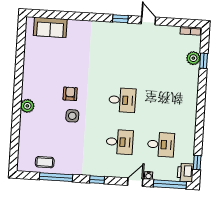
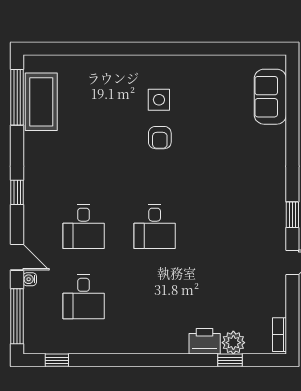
armchair: (70, 94) -> (160, 138), turned 90
plant: (27, 106) -> (135, 66), removed
side table: (72, 116) -> (159, 100), moved
coffee table: (45, 162) -> (41, 102), width x1.86, depth x1.72
printer: (185, 173) -> (205, 341), moved
window: (56, 177) -> (17, 97), moved

